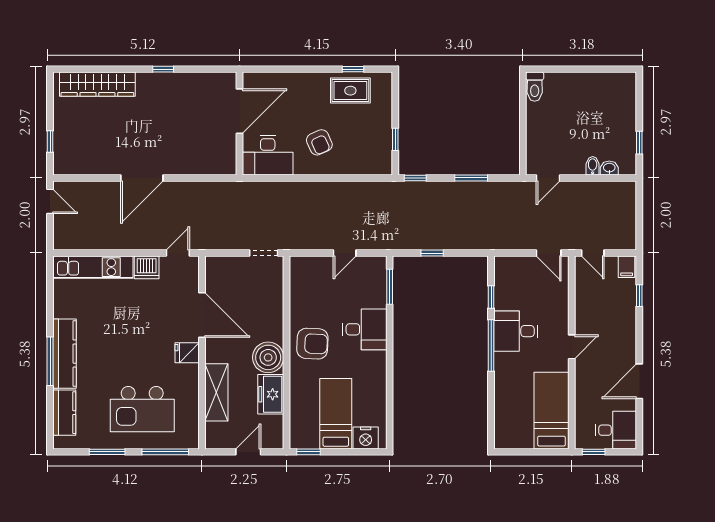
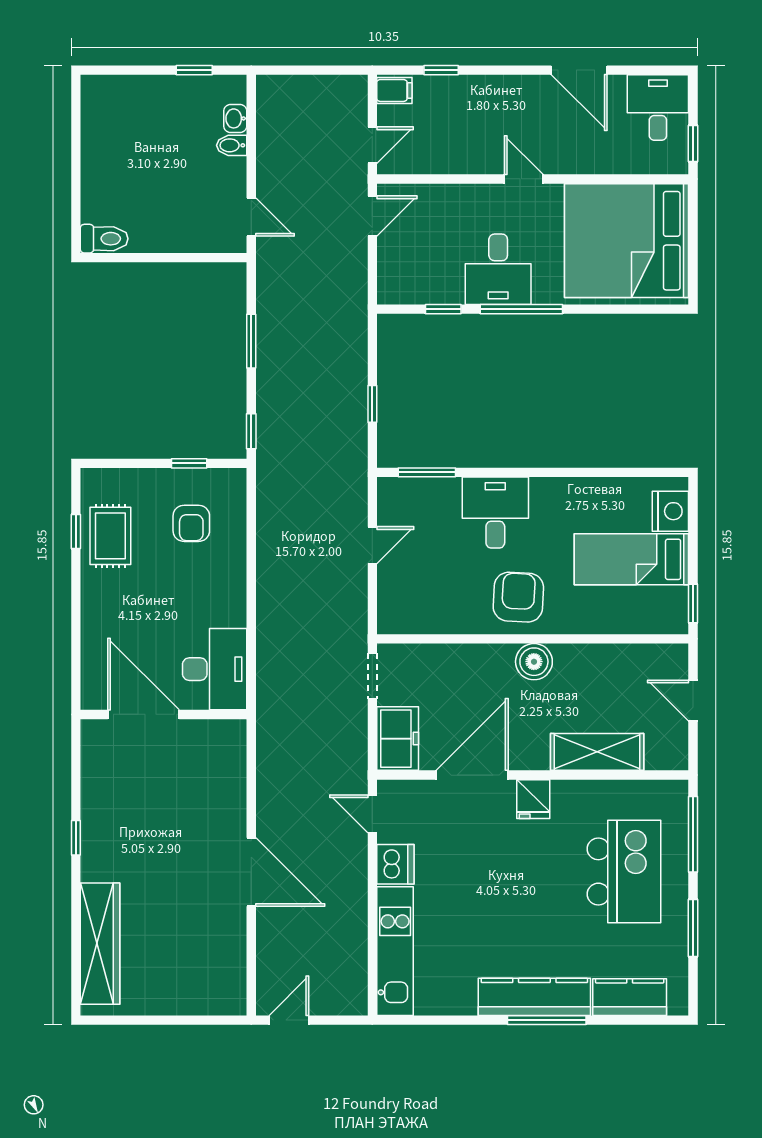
window: (50, 142) -> (193, 1020), removed
armchair: (319, 142) -> (191, 523), moved, turned 114
door: (345, 253) -> (372, 545), hinge flipped
boiler: (268, 357) -> (534, 662), width x0.73, depth x0.73
freezer: (271, 394) -> (398, 739), moved, turned -90
bed: (551, 411) -> (626, 241), width x2.04

